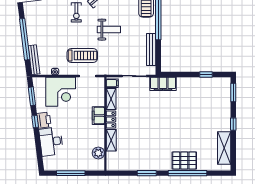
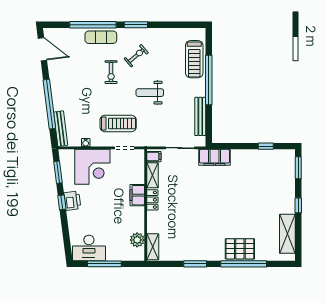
weight bench: (109, 30) -> (150, 93), turned 180
shelving: (111, 140) -> (153, 247), moved
desk: (51, 142) -> (89, 248), moved, turned -83

